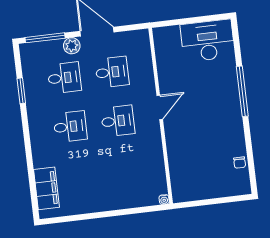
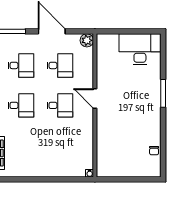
plant: (72, 46) -> (87, 40), moved
window: (242, 91) -> (163, 93), width x0.68
door: (160, 107) -> (95, 98), swing flipped

